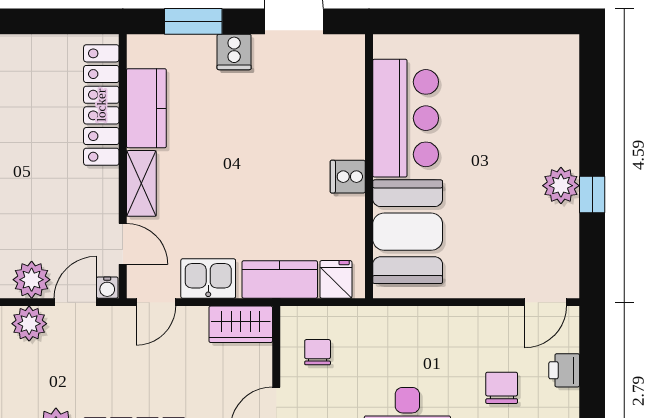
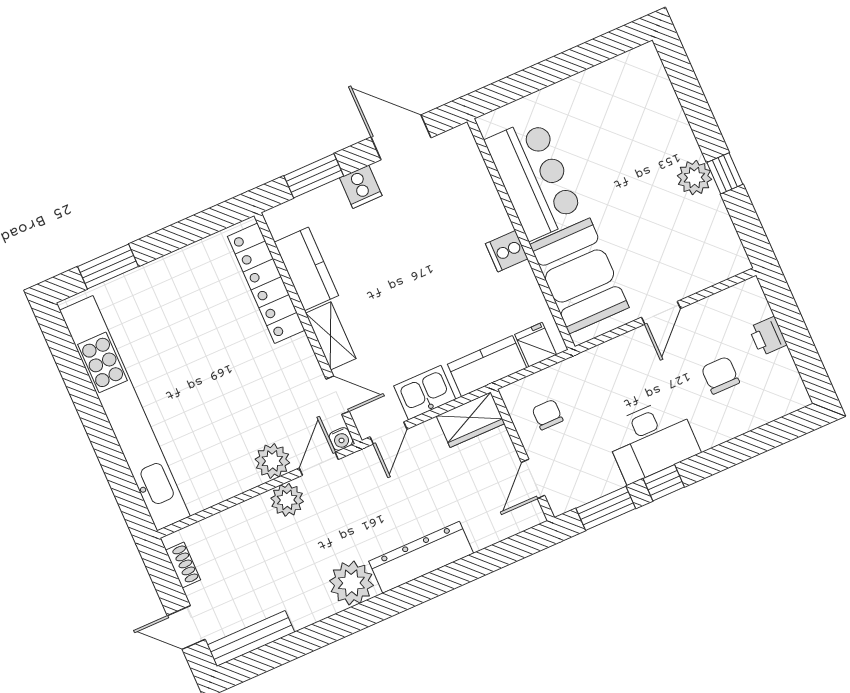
door: (545, 302) -> (661, 313), moved

